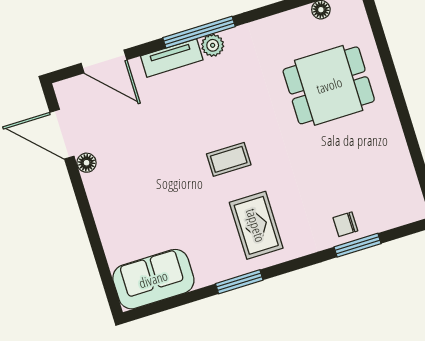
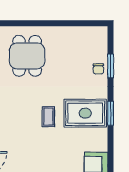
rug: (256, 225) -> (85, 113), width x1.36, depth x1.43
window: (239, 282) -> (111, 113), moved

